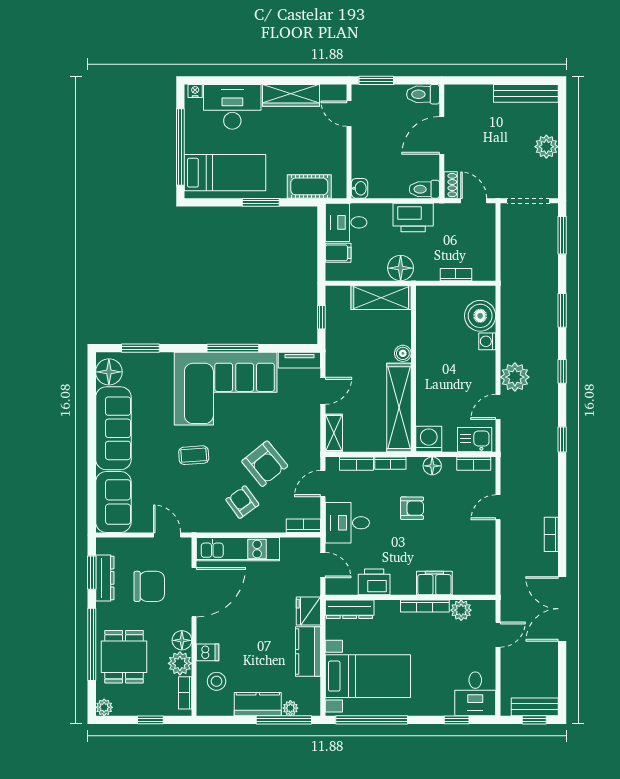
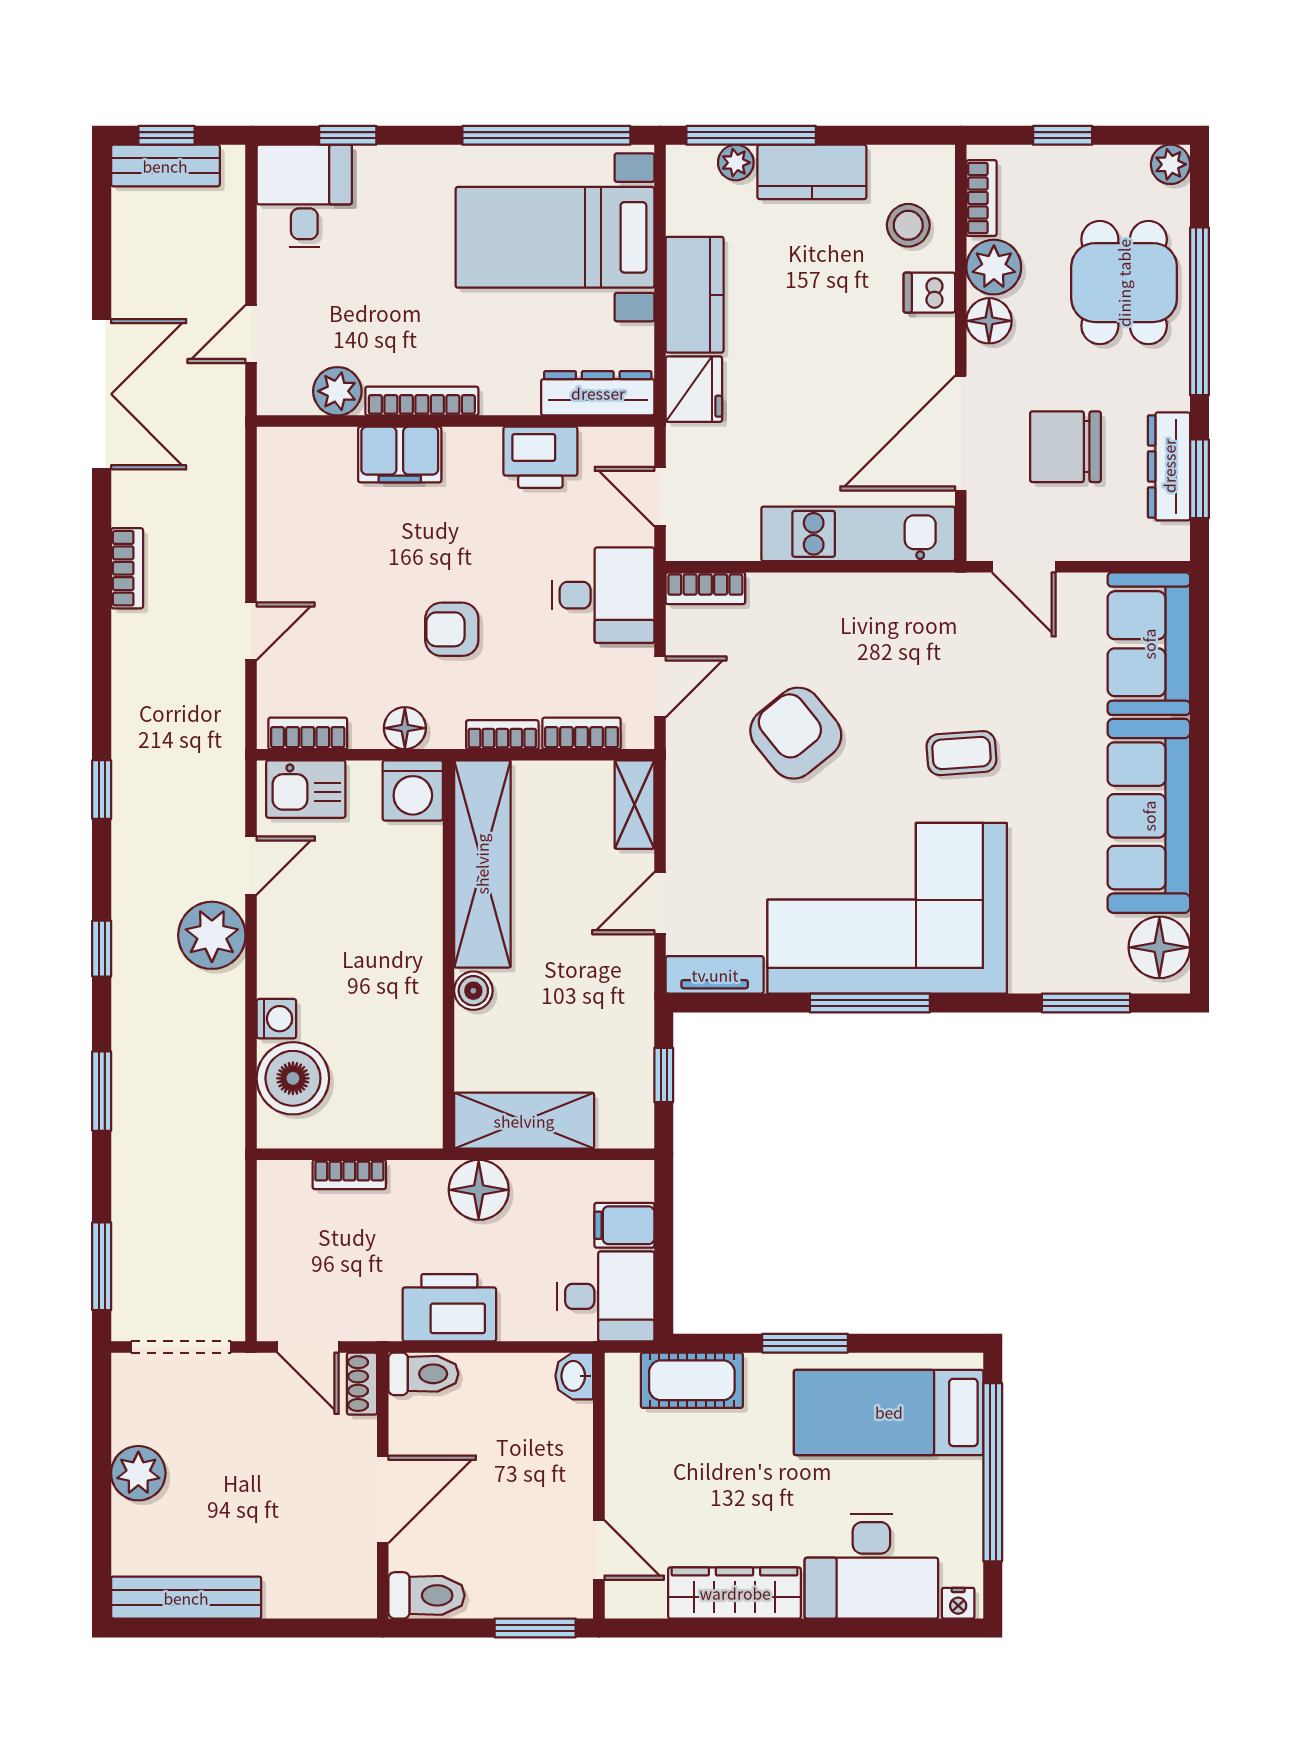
armchair: (242, 502) -> (848, 643), removed

